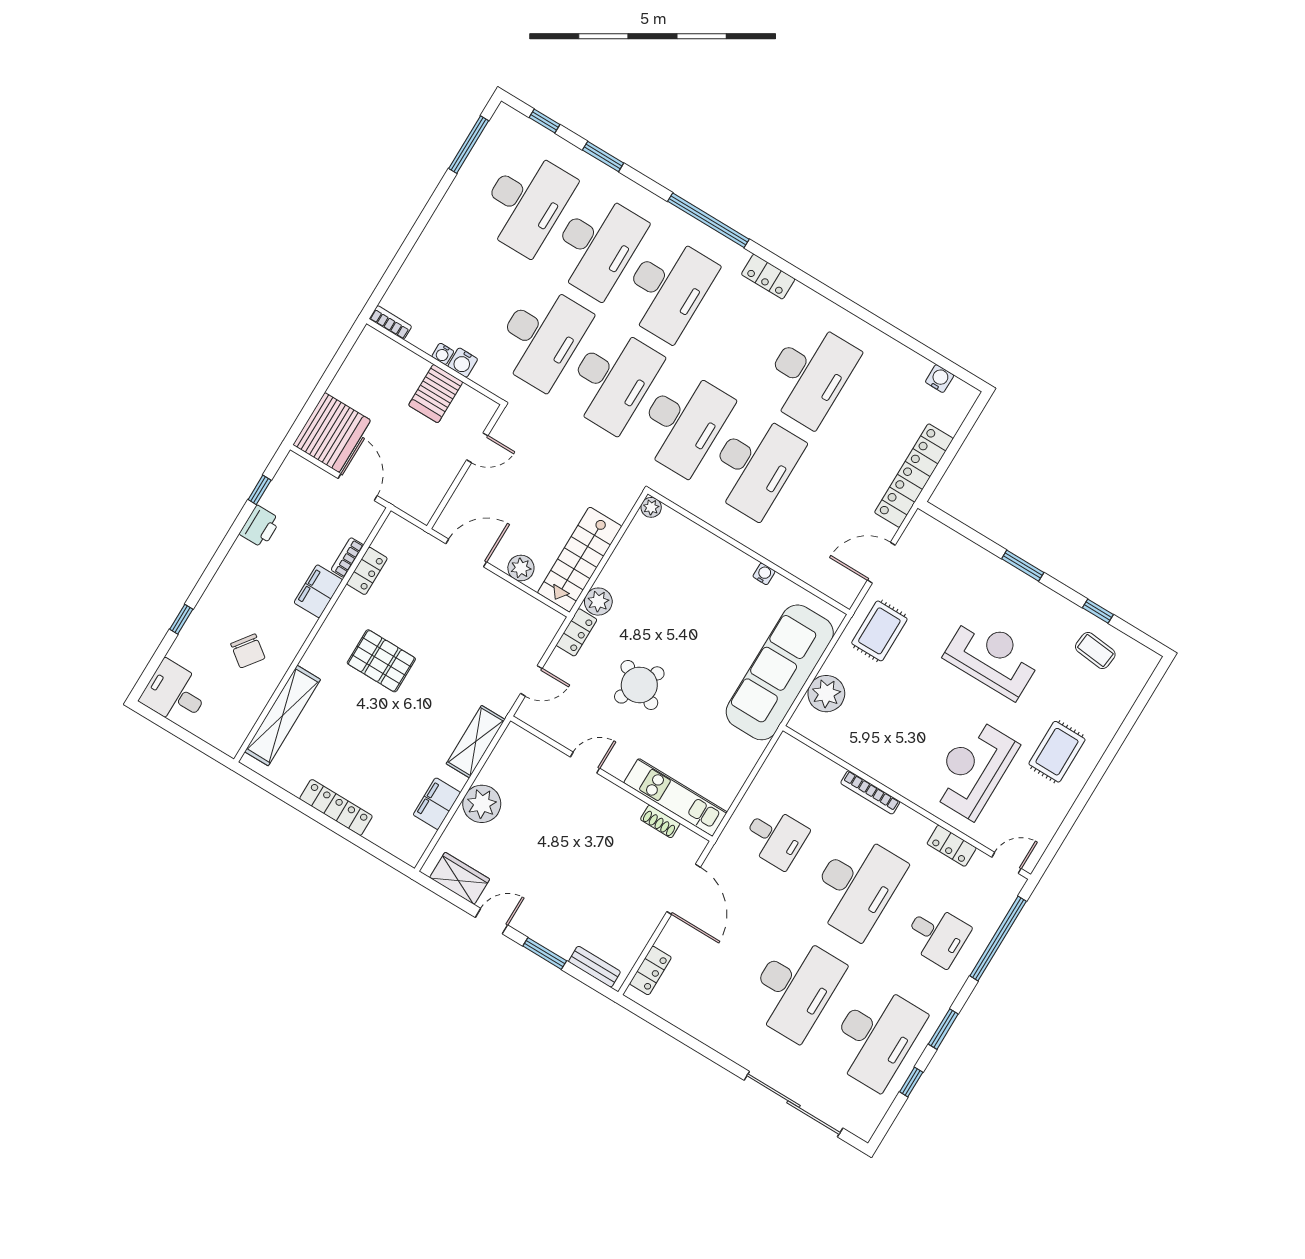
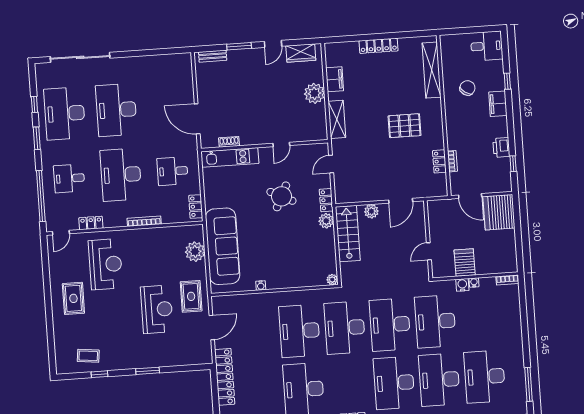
filing cabinet: (318, 591) -> (498, 104), moved, turned 180
chair: (248, 651) -> (467, 88), turned 86
reception desk: (992, 657) -> (157, 309), moved, turned -90
locker: (650, 971) -> (196, 206), moved

